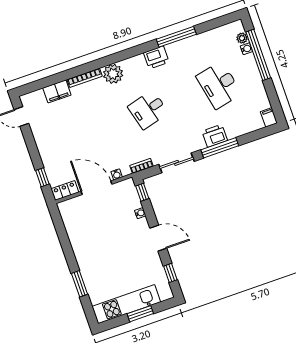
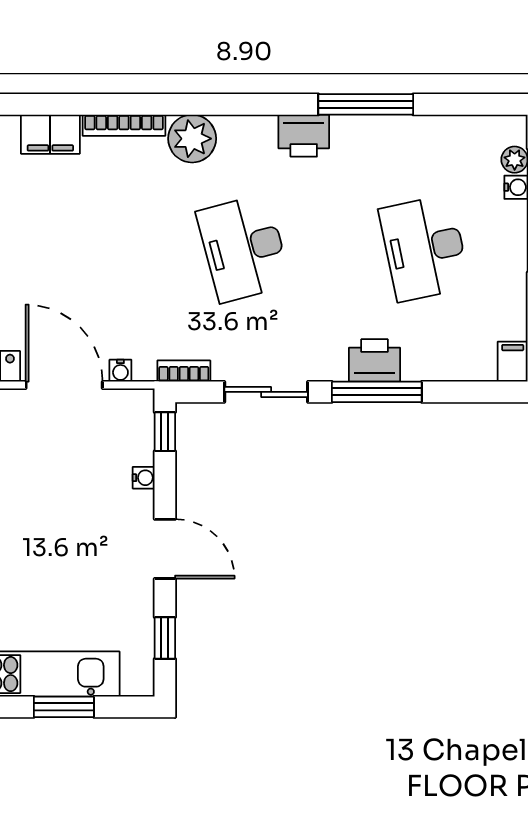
desk: (148, 110) -> (244, 248), width x1.37

